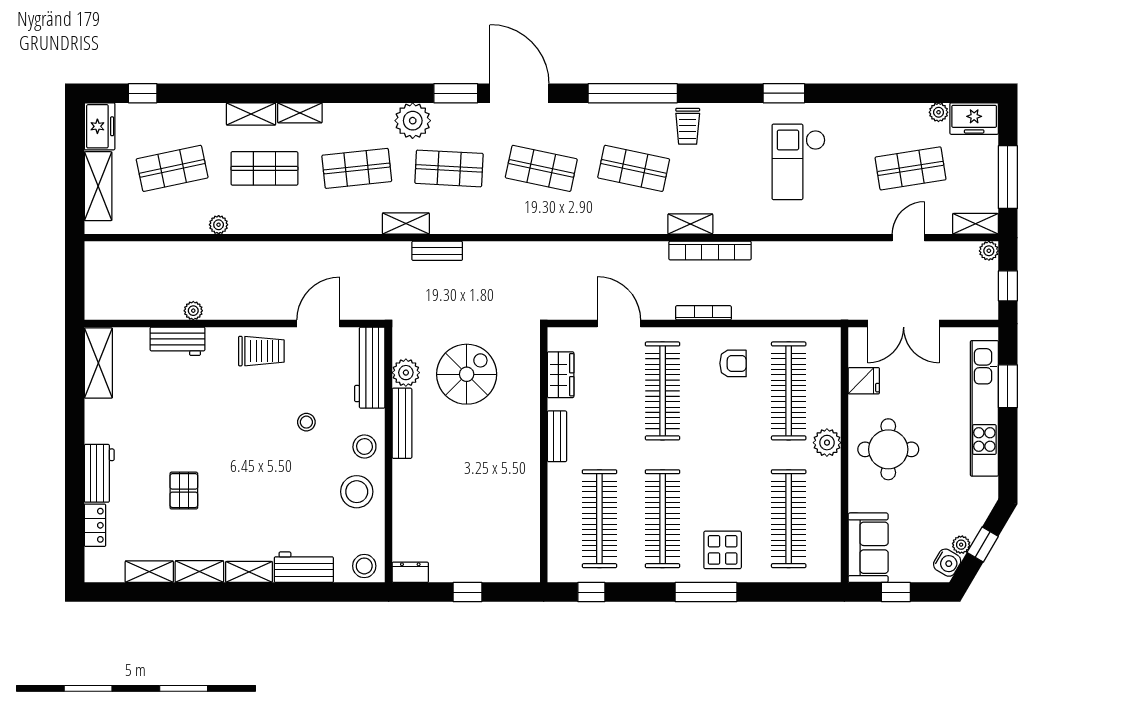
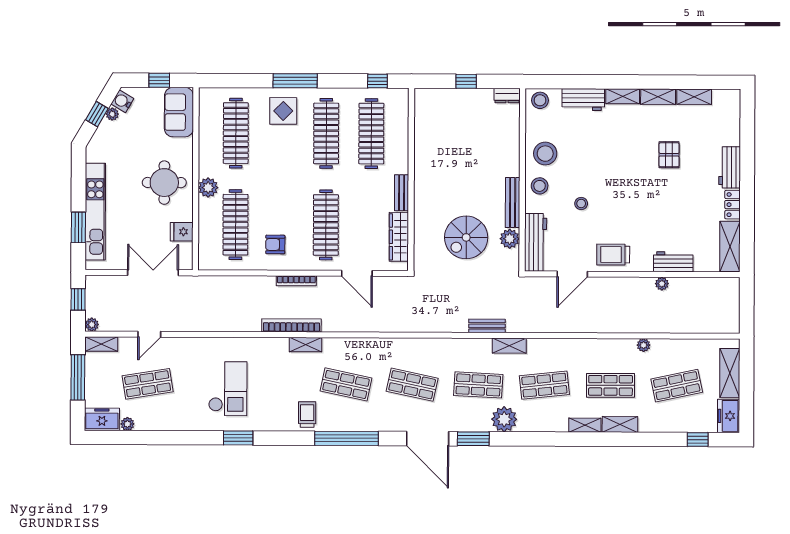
wardrobe: (561, 375) -> (399, 237), width x1.50
locker: (95, 525) -> (733, 205), moved

